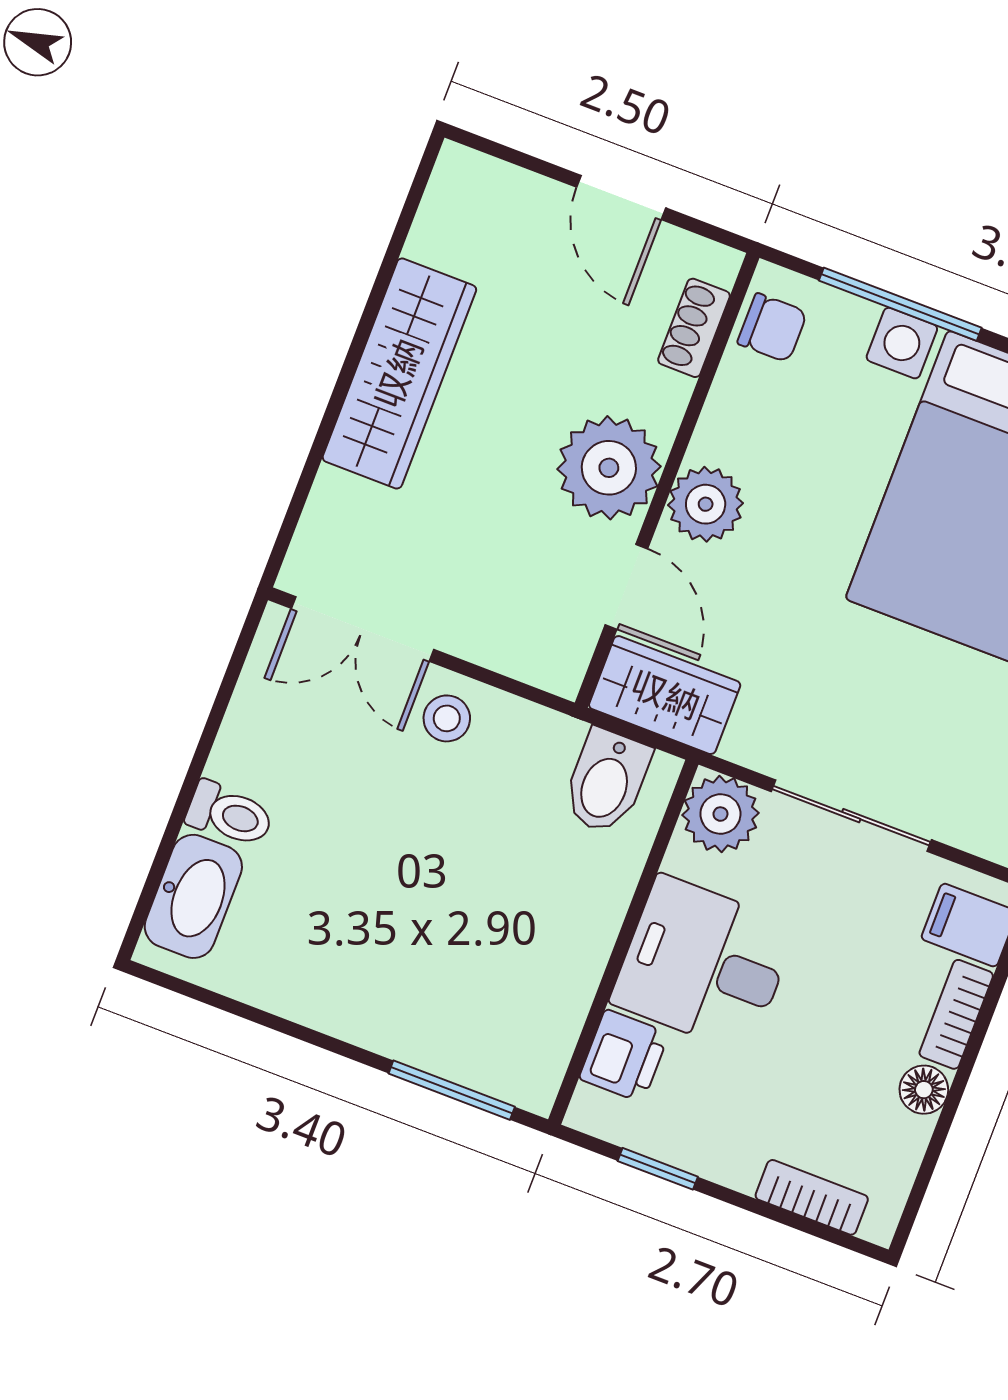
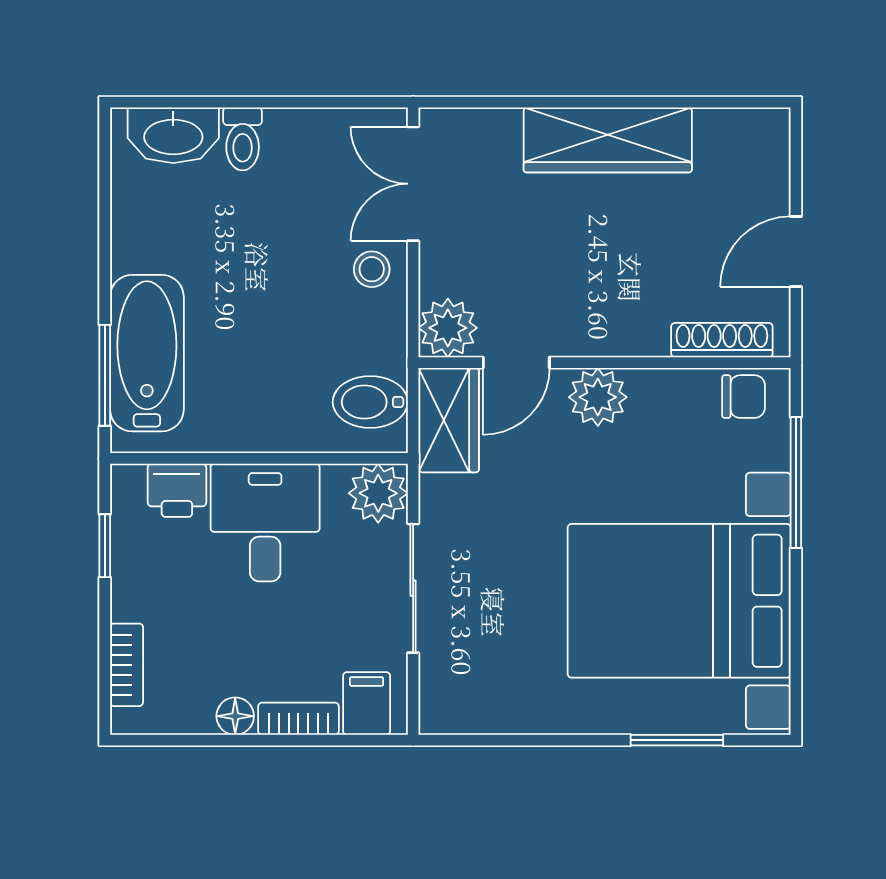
shoe rack: (694, 328) -> (722, 340), width x1.43
chair: (772, 328) -> (744, 397), turned -90
plant: (609, 468) -> (448, 328), moved, width x0.73, depth x0.73
bathtub: (444, 1029) -> (147, 353), added

